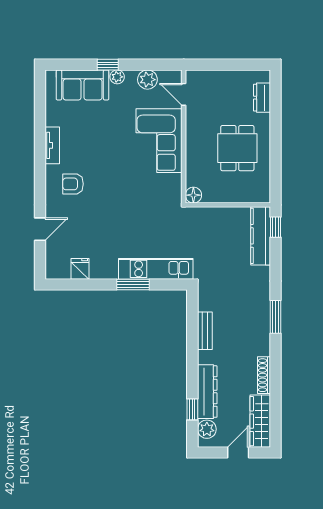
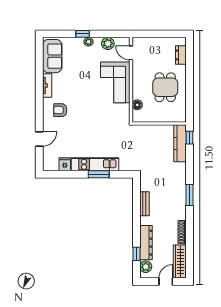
sofa: (83, 85) -> (52, 56), moved, turned -90
floor lamp: (193, 195) -> (137, 105), moved
kitchen unit: (156, 269) -> (95, 164), moved

